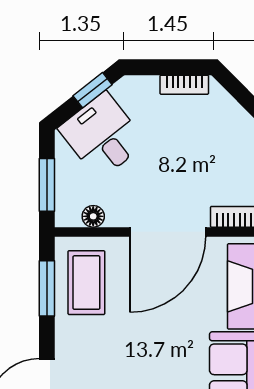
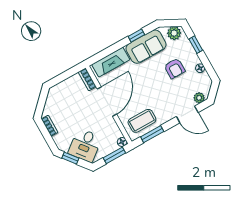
floor lamp: (93, 216) -> (122, 142), moved
door: (168, 232) -> (107, 102), hinge flipped

